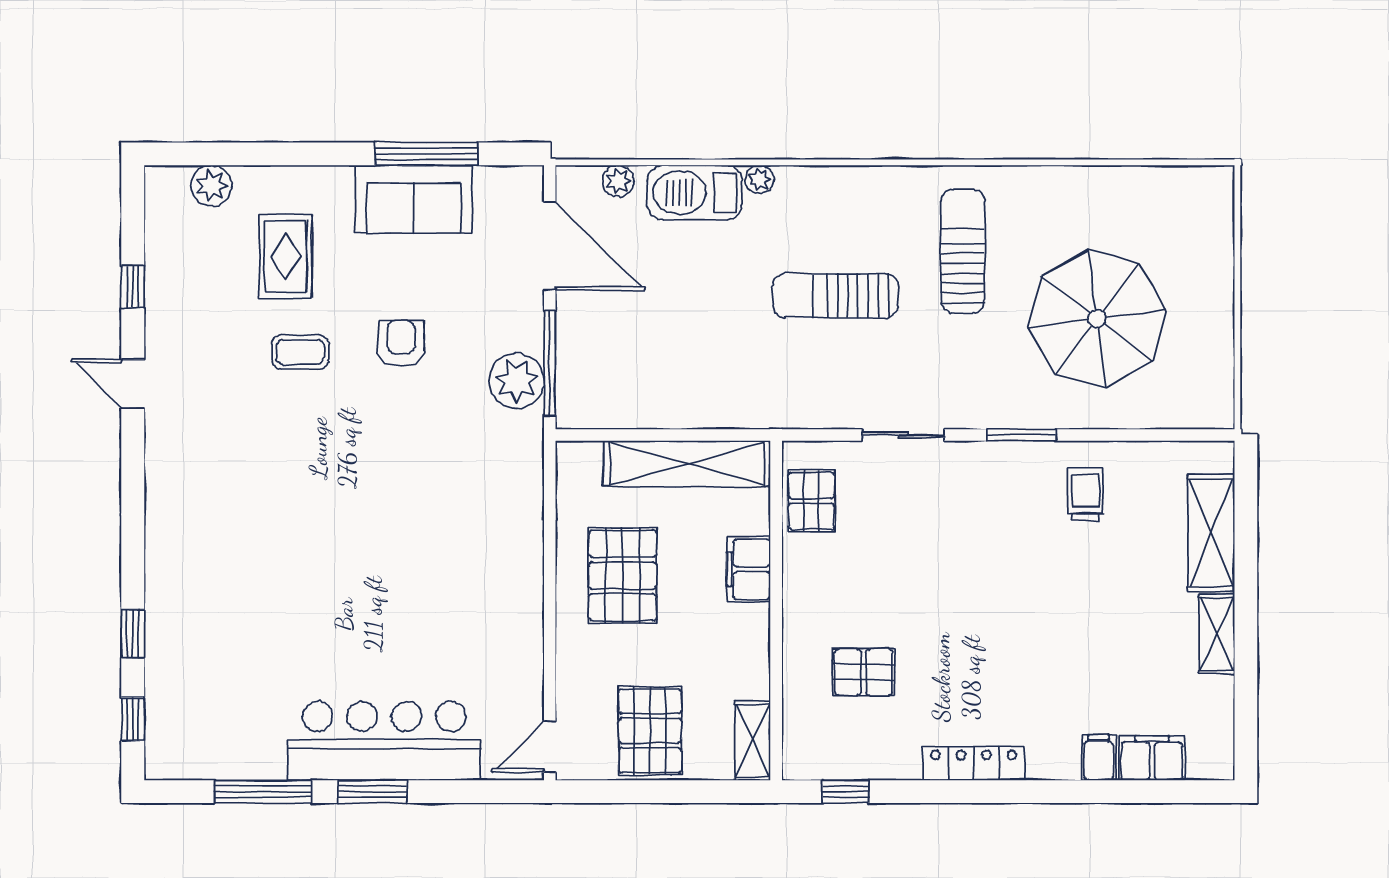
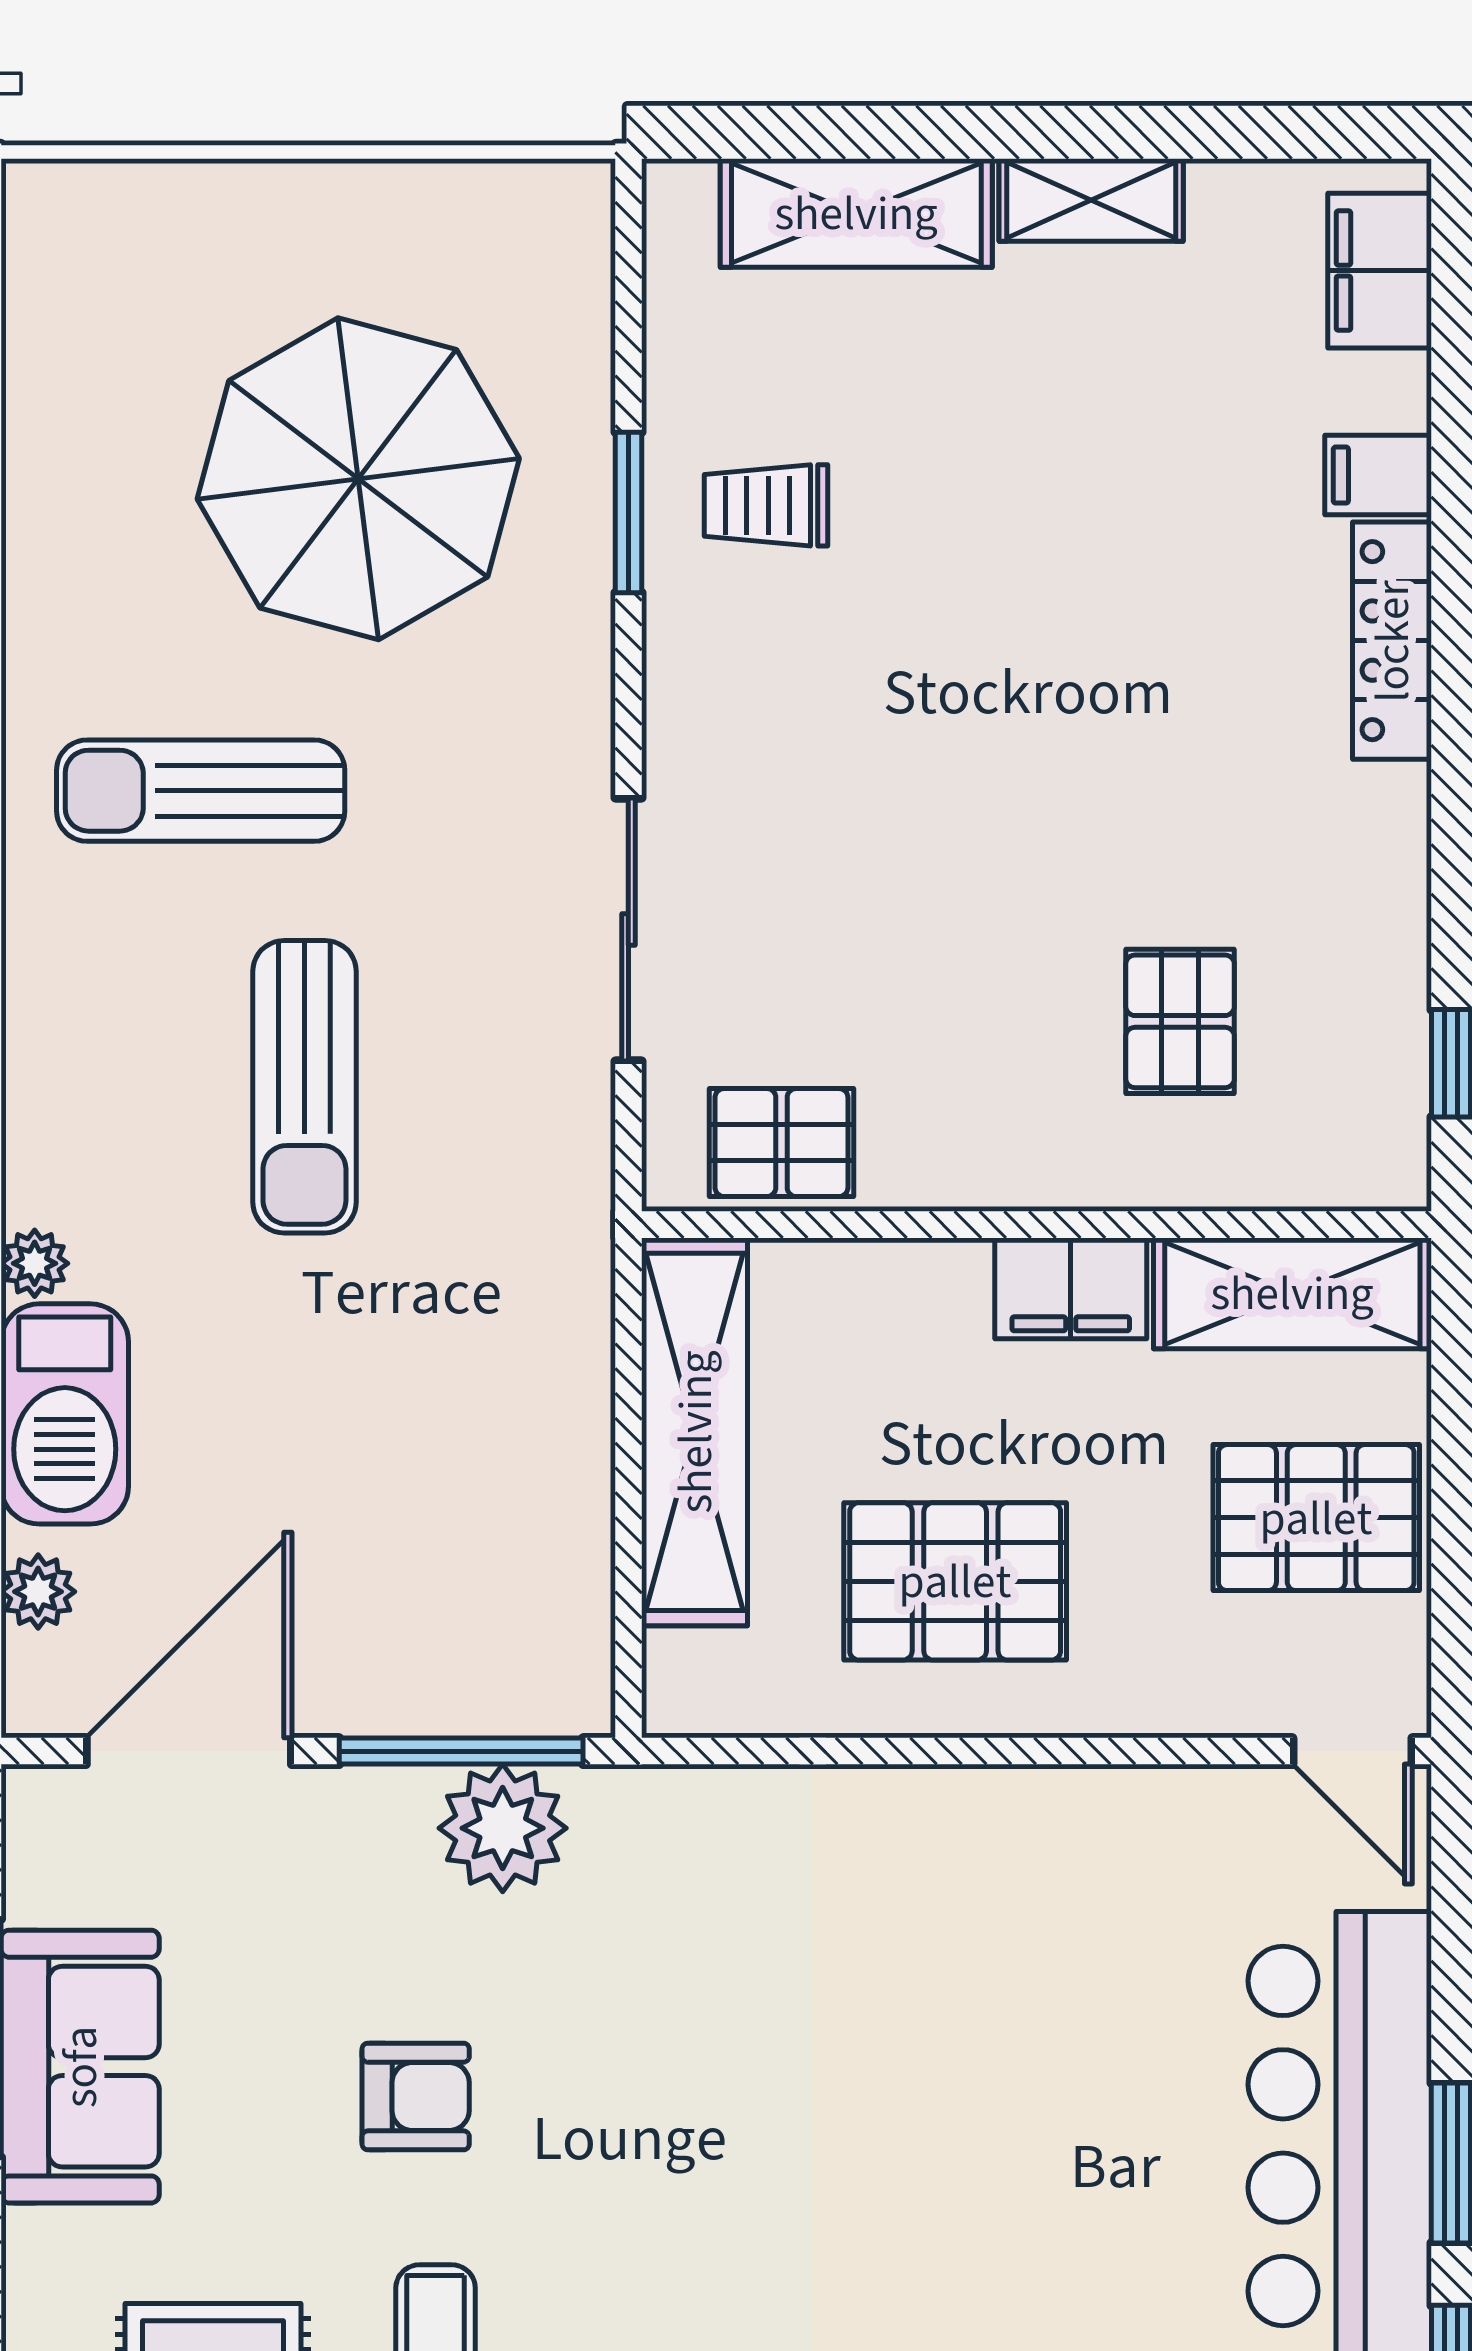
armchair: (401, 343) -> (416, 2097), turned 180
sliding door: (903, 435) -> (628, 930), width x1.37
window: (1021, 435) -> (628, 512), moved
filing cabinet: (749, 569) -> (1071, 1288), moved
shelving: (753, 740) -> (1292, 1293), width x1.50, depth x1.33
filing cabinet: (1152, 758) -> (1380, 271), moved
locker: (974, 763) -> (1392, 641), moved

